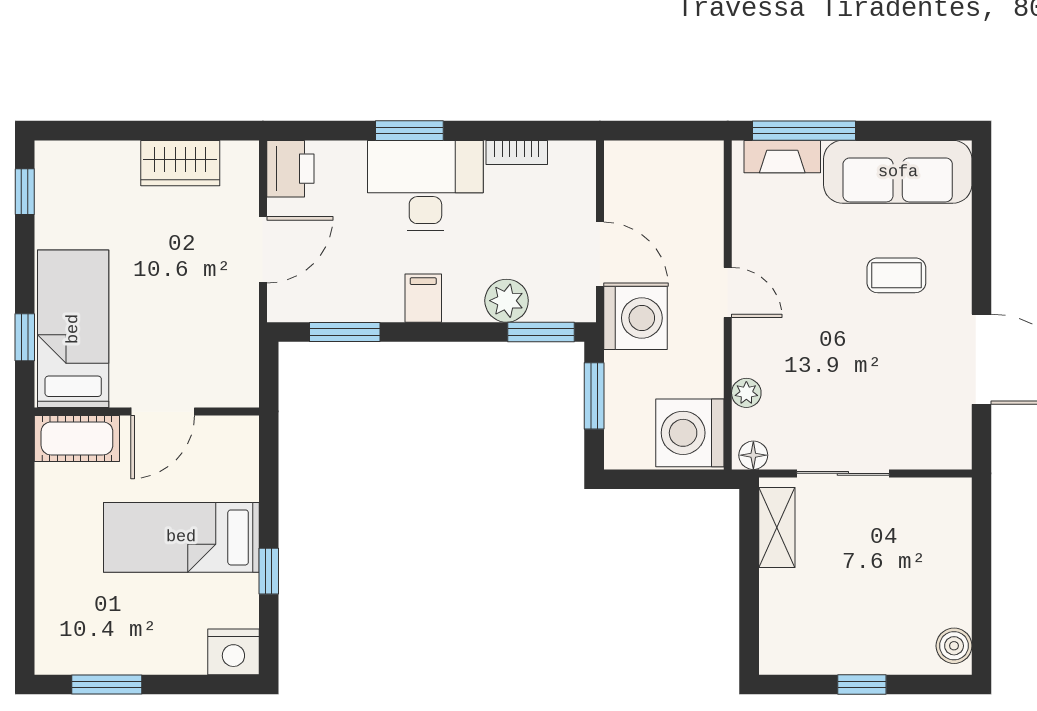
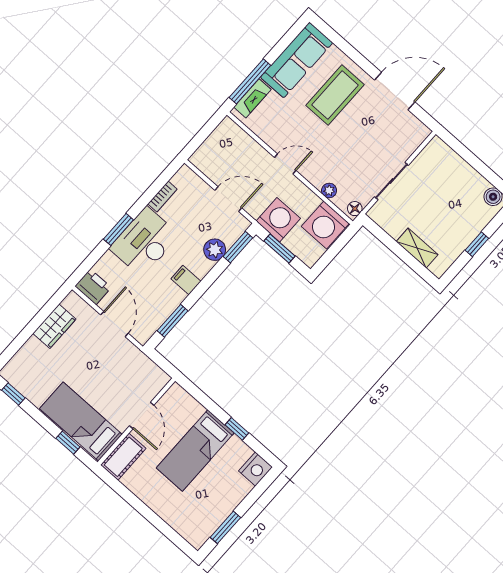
coffee table: (896, 275) -> (335, 95), width x1.86, depth x1.72
washing machine: (635, 318) -> (278, 220), moved
shelving: (777, 528) -> (417, 248), moved

